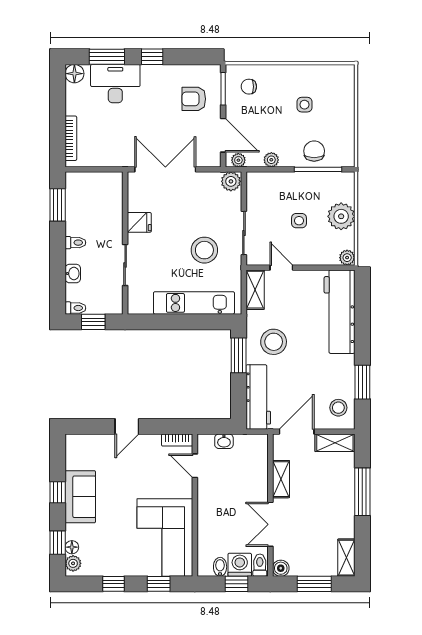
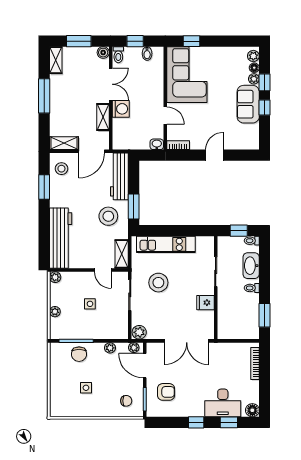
window: (107, 57) -> (229, 422), width x0.67
plant: (341, 216) -> (55, 312), width x0.53, depth x0.53
washbasin: (73, 274) -> (251, 266), width x1.91, depth x1.45
washbasin: (224, 441) -> (157, 144), moved
door: (195, 466) -> (165, 115), moved
window: (362, 492) -> (44, 96), moved
plant: (72, 532) -> (254, 79), added
window: (58, 543) -> (265, 82), moved
washing machine: (240, 565) -> (121, 109), moved, turned -90
window: (114, 584) -> (224, 41), removed

